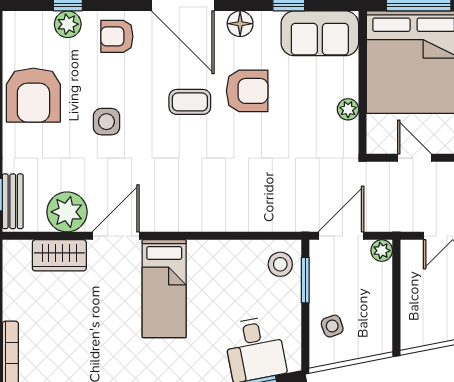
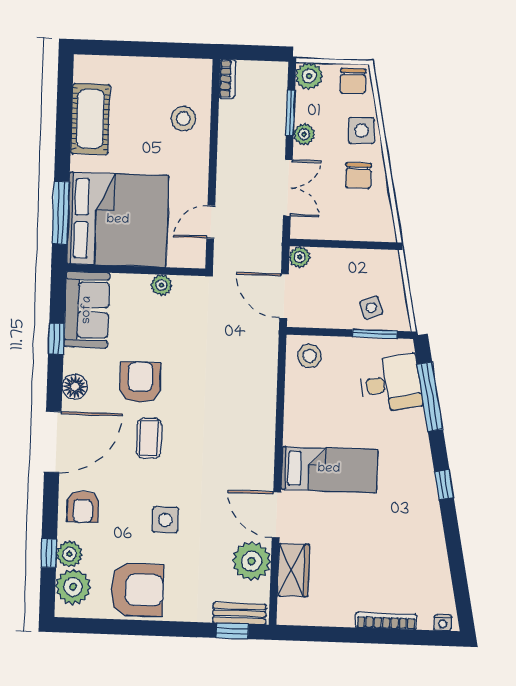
plant: (34, 29) -> (73, 587), added
window: (305, 280) -> (375, 334), moved

